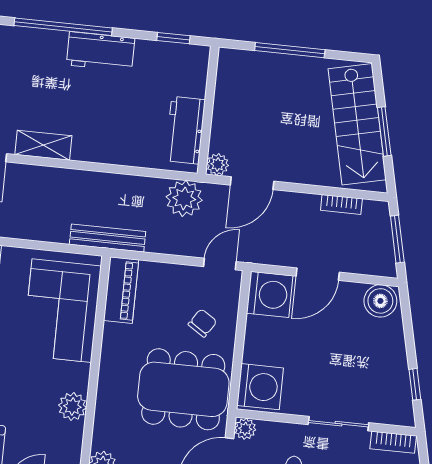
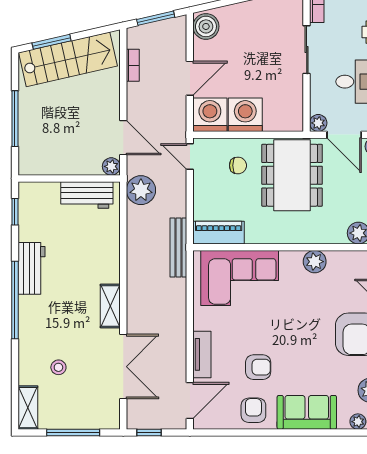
window: (384, 131) -> (52, 42), moved
door: (318, 274) -> (190, 78), hinge flipped
chair: (202, 323) -> (238, 165), turned 147
washing machine: (260, 387) -> (245, 115), moved

